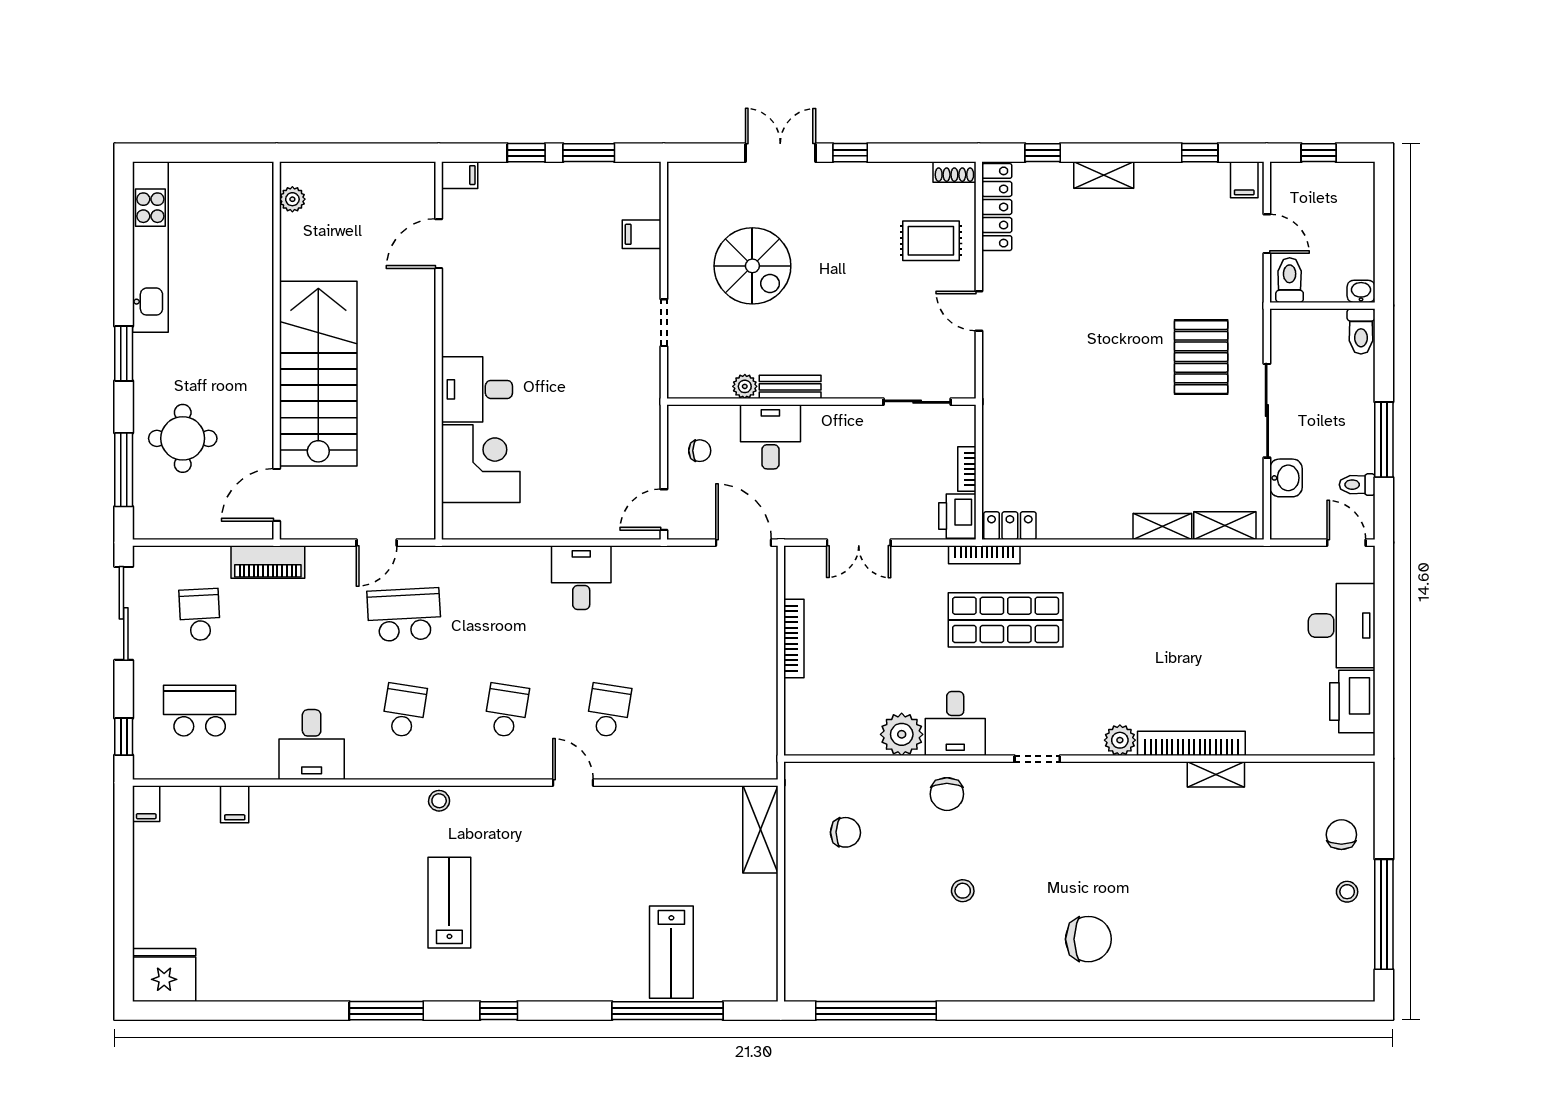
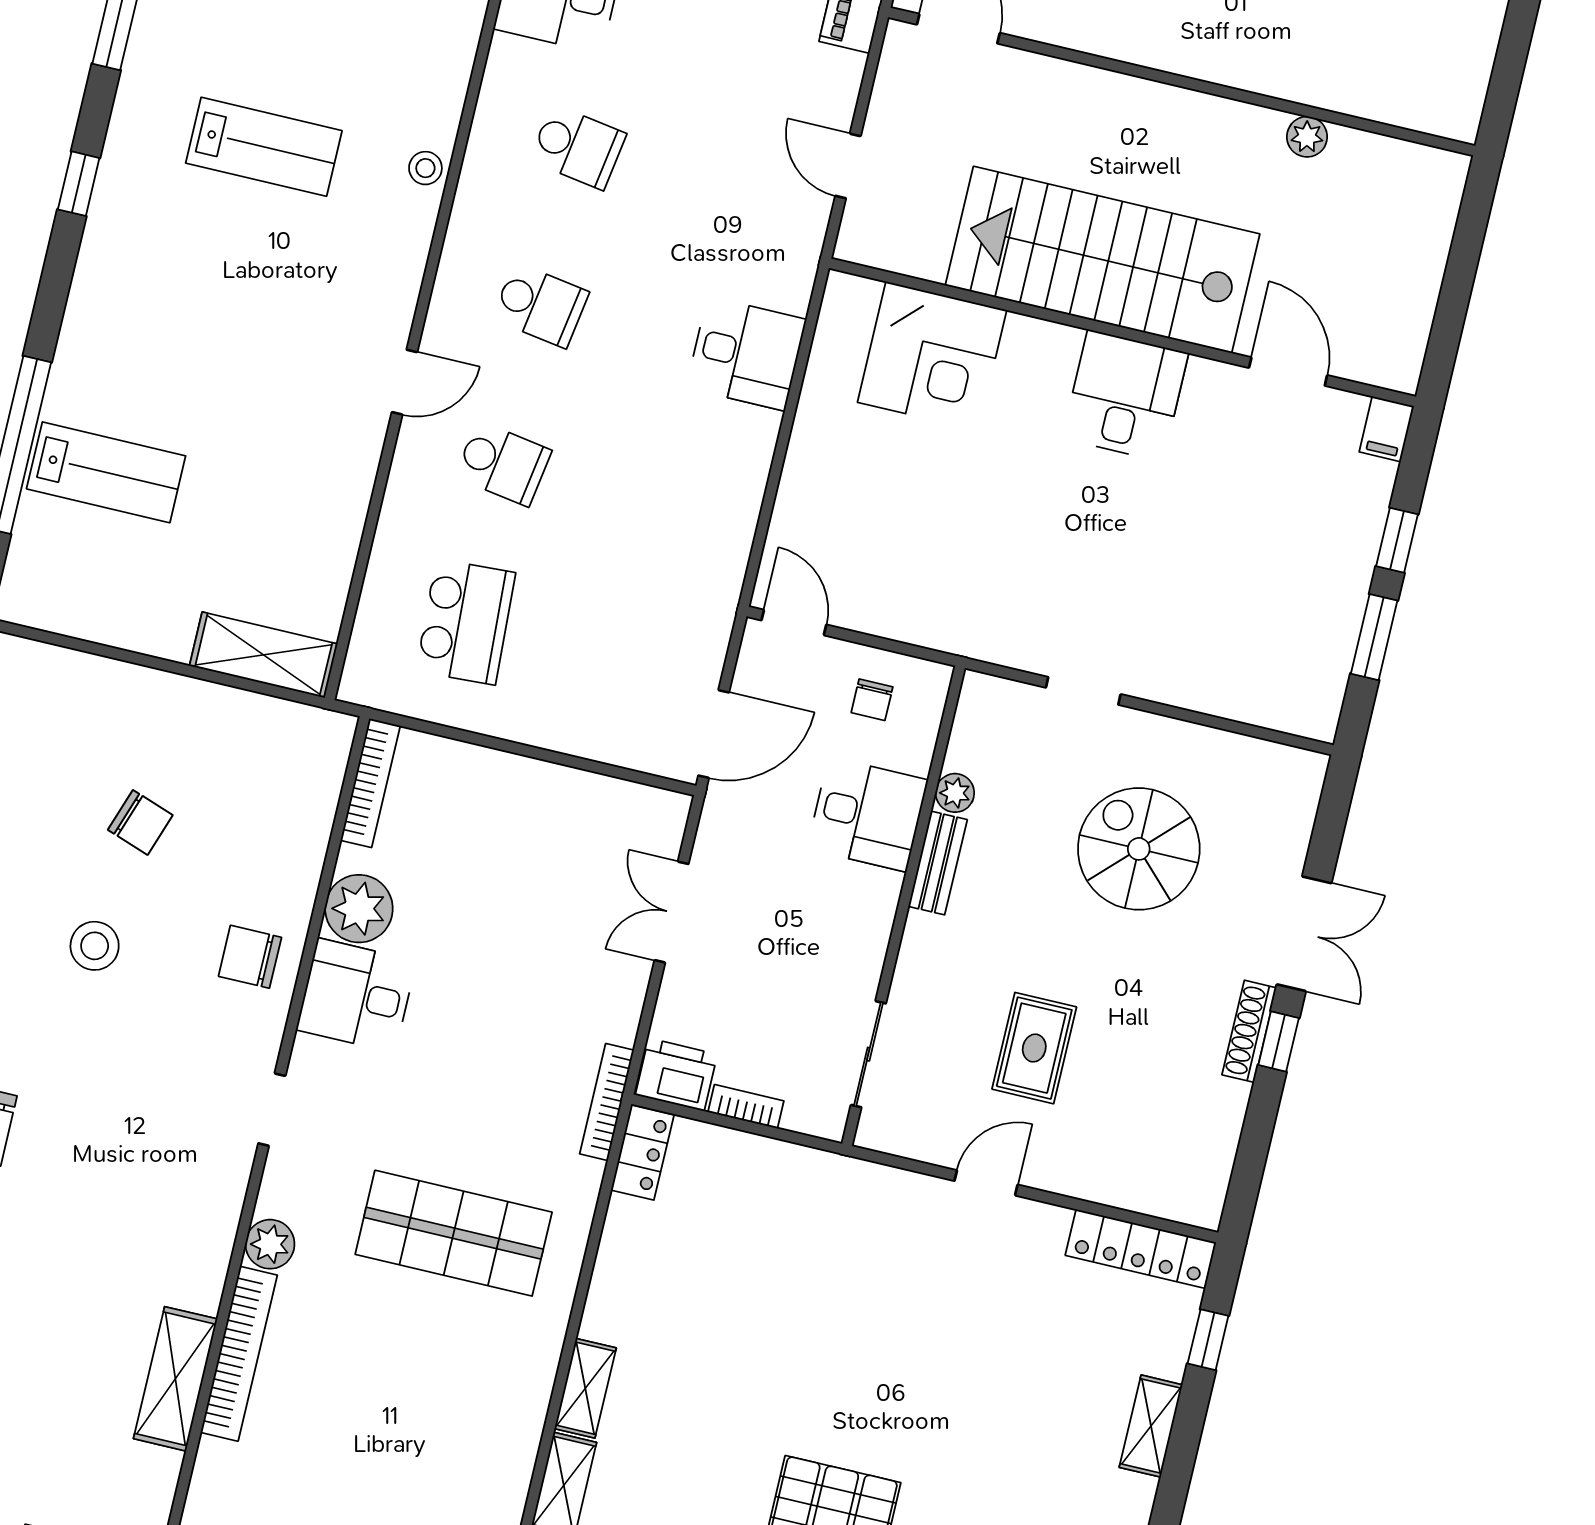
shoe rack: (954, 172) -> (1249, 1031), moved, width x1.43
plant: (292, 199) -> (1307, 137), moved
filing cabinet: (642, 234) -> (1228, 689), removed
rug: (931, 241) -> (1034, 1048), moved
spiral stairs: (752, 266) -> (1139, 849), turned 90
stairs: (318, 374) -> (1103, 260), moved, turned 180
desk: (477, 389) -> (1125, 396), moved
desk: (581, 578) -> (746, 354), moved
school desk: (404, 615) -> (466, 622), moved
shop shelf: (1006, 620) -> (454, 1233), moved, turned 90
bookcase: (794, 638) -> (370, 783), moved, turned -90
shelving: (1216, 774) -> (175, 1379), width x1.50, depth x1.33
chair: (845, 832) -> (140, 822), moved, turned -72
stool: (963, 891) -> (95, 946), width x1.37, depth x1.37
lab bench: (671, 952) -> (106, 472), turned 180

